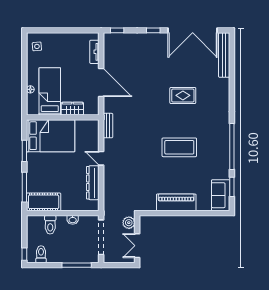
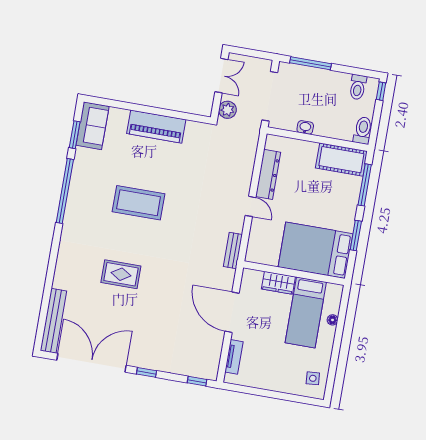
toilet: (50, 225) -> (363, 130), moved

